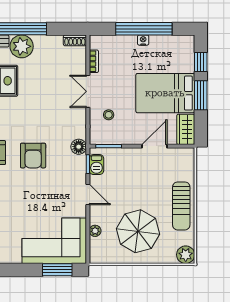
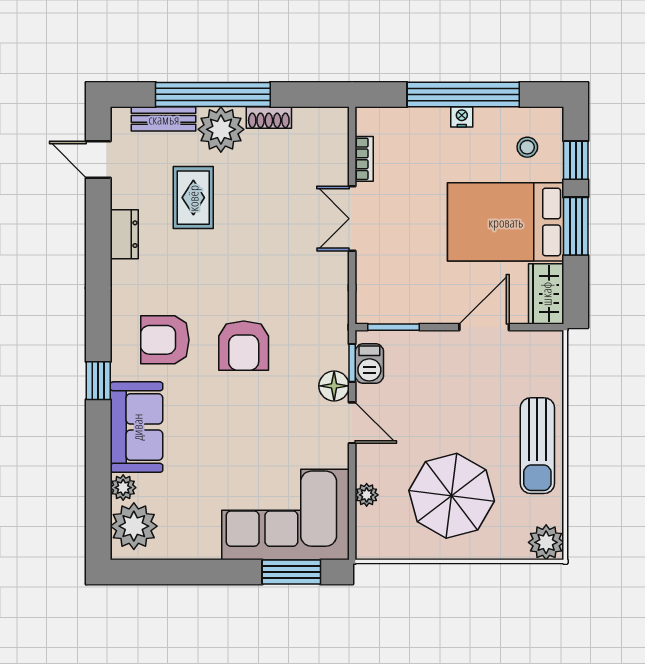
shoe rack: (75, 40) -> (269, 118), moved
stool: (109, 115) -> (527, 147), moved
floor lamp: (79, 147) -> (334, 386), moved

